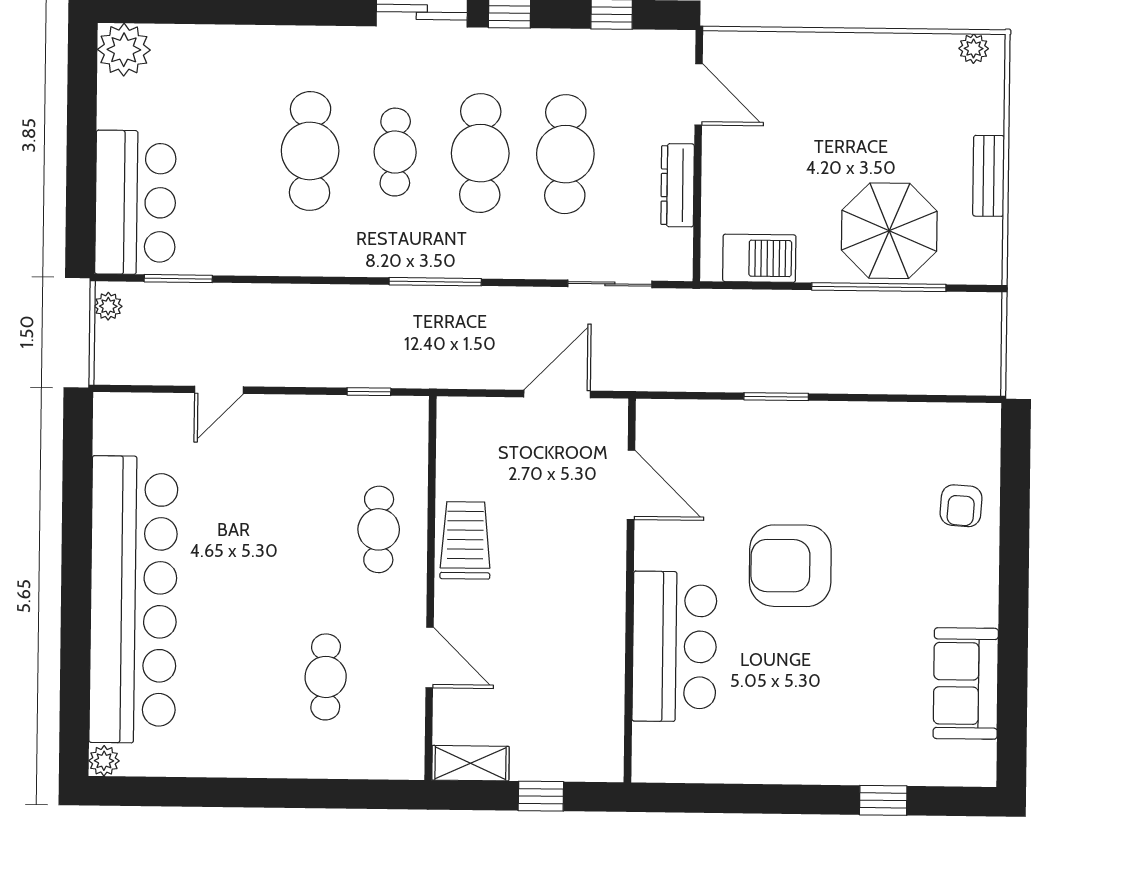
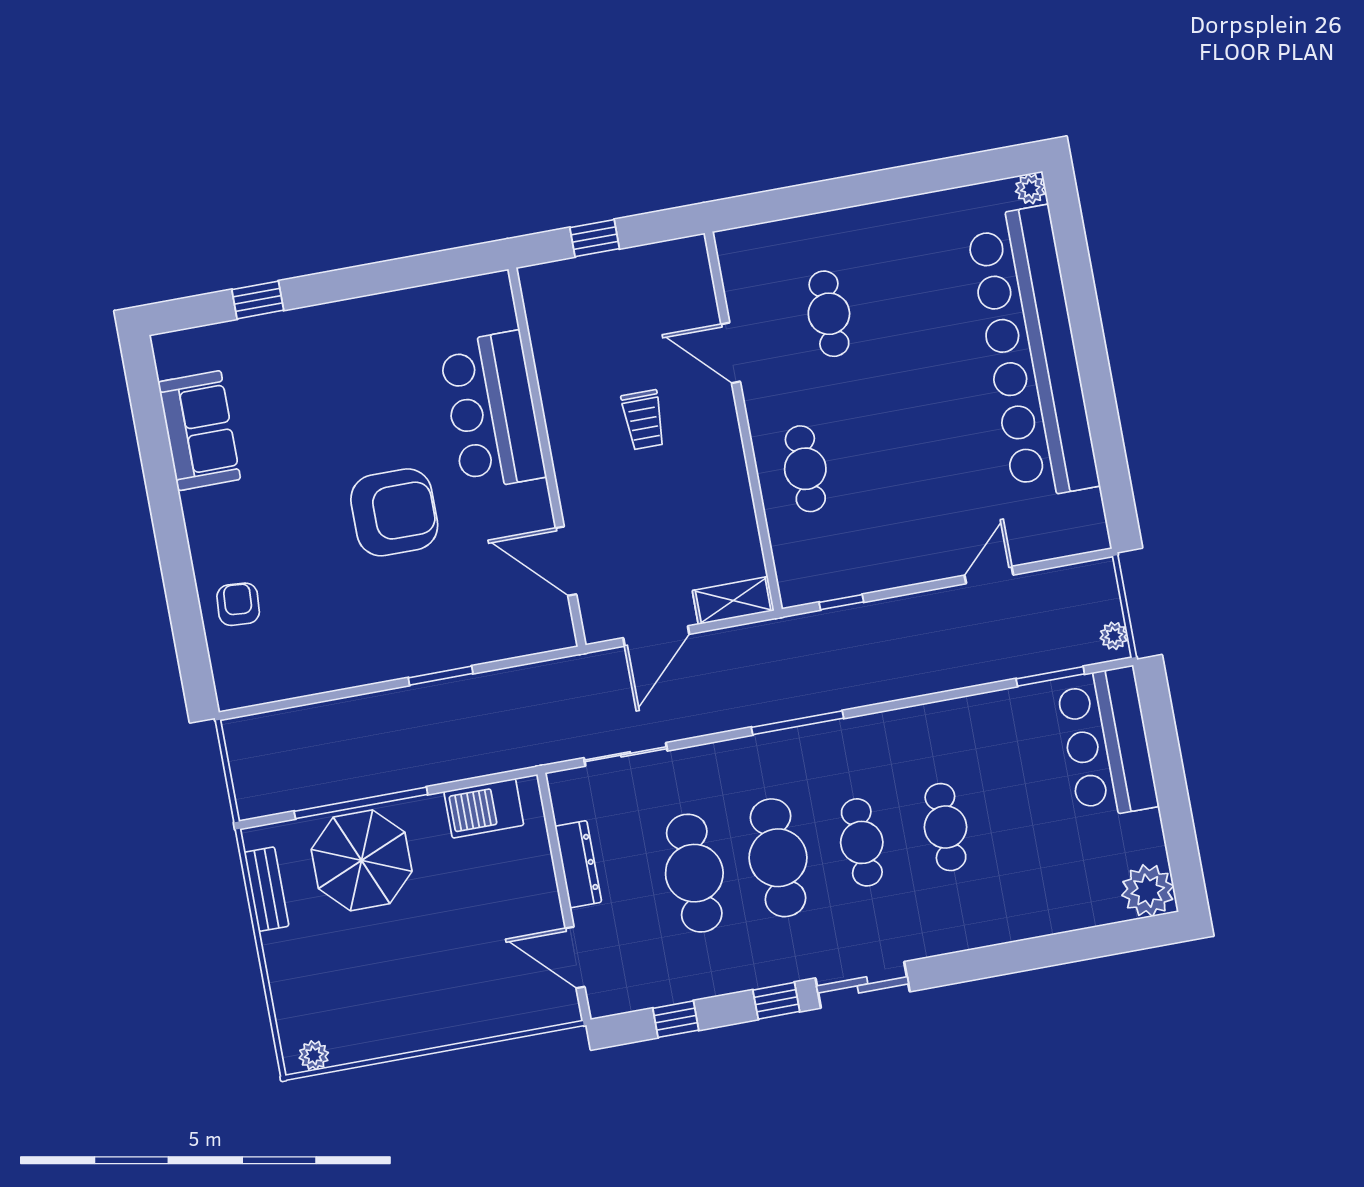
cafe table: (310, 151) -> (945, 827), width x0.73, depth x0.74
bench: (989, 176) -> (267, 889), moved
trolley: (465, 540) -> (643, 420), moved, width x0.73, depth x0.72
shelving: (470, 763) -> (733, 601), moved

